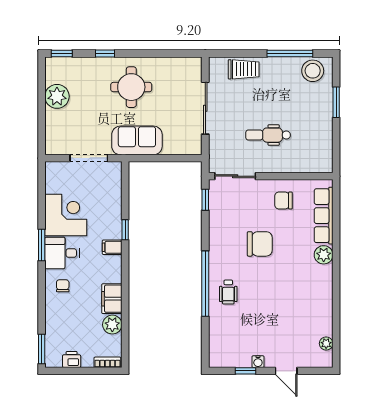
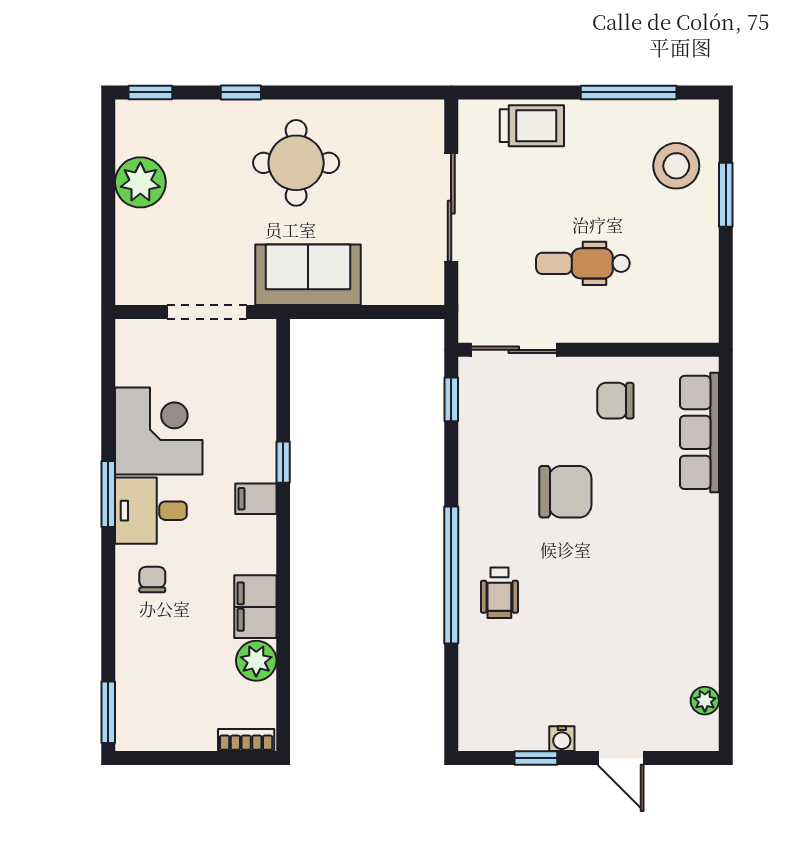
stool: (313, 71) -> (676, 166), moved
plant: (324, 255) -> (699, 515), removed
printer: (72, 359) -> (171, 734), removed

